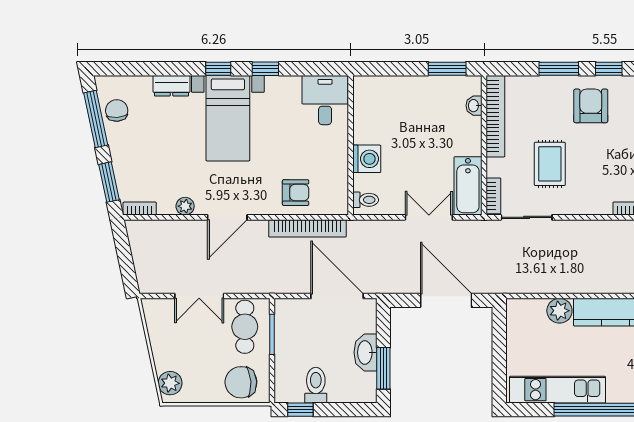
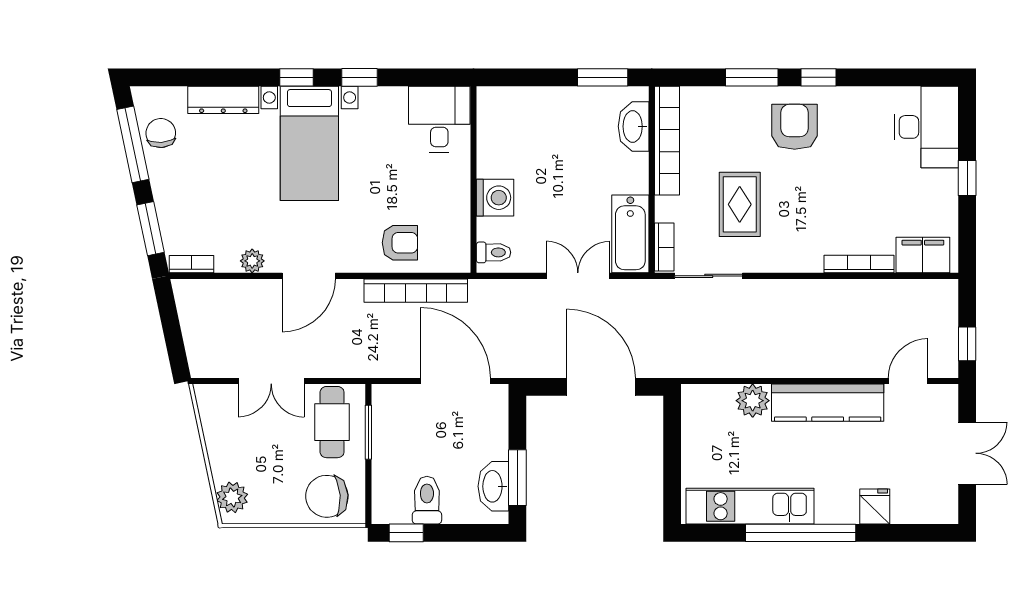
dresser: (172, 86) -> (223, 100), width x1.44
washbasin: (474, 106) -> (634, 126), width x1.91, depth x1.45
washbasin: (365, 352) -> (493, 486), moved

